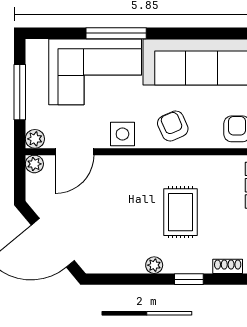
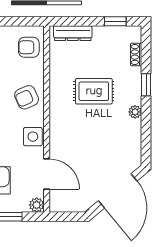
plant: (34, 164) -> (56, 205), removed

